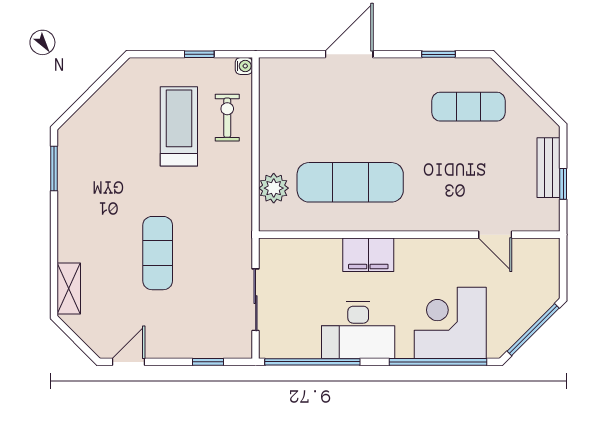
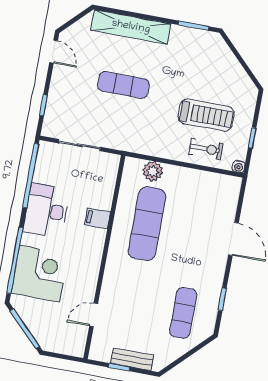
filing cabinet: (368, 255) -> (97, 218), width x0.50
shelving: (69, 289) -> (131, 27), width x2.20, depth x1.33

